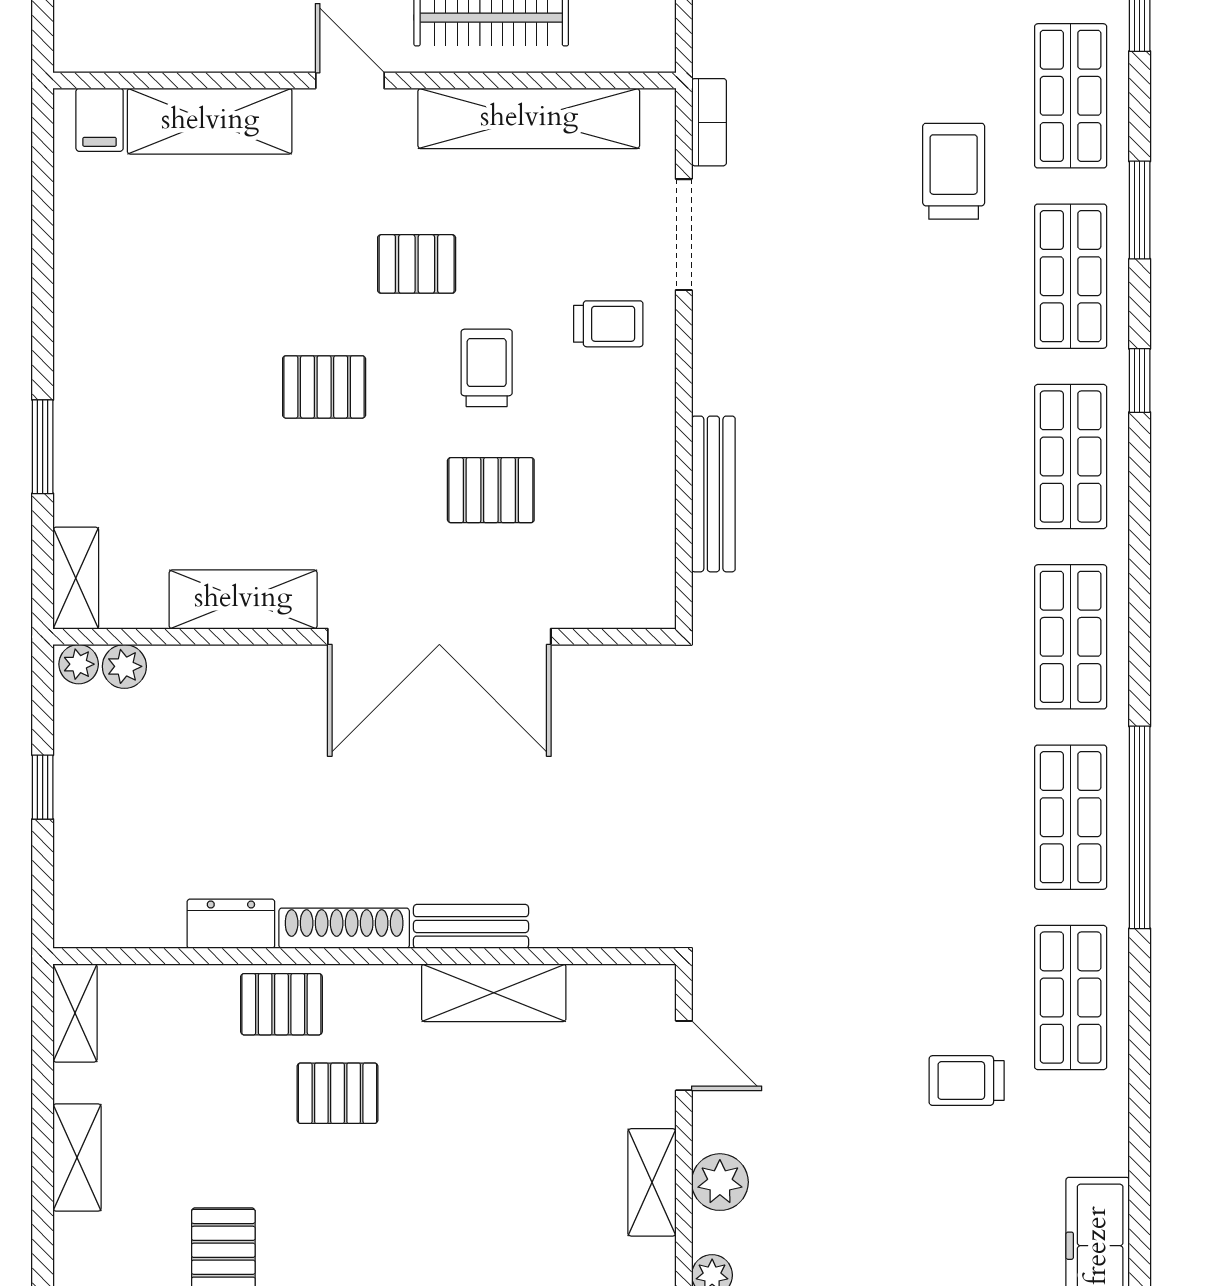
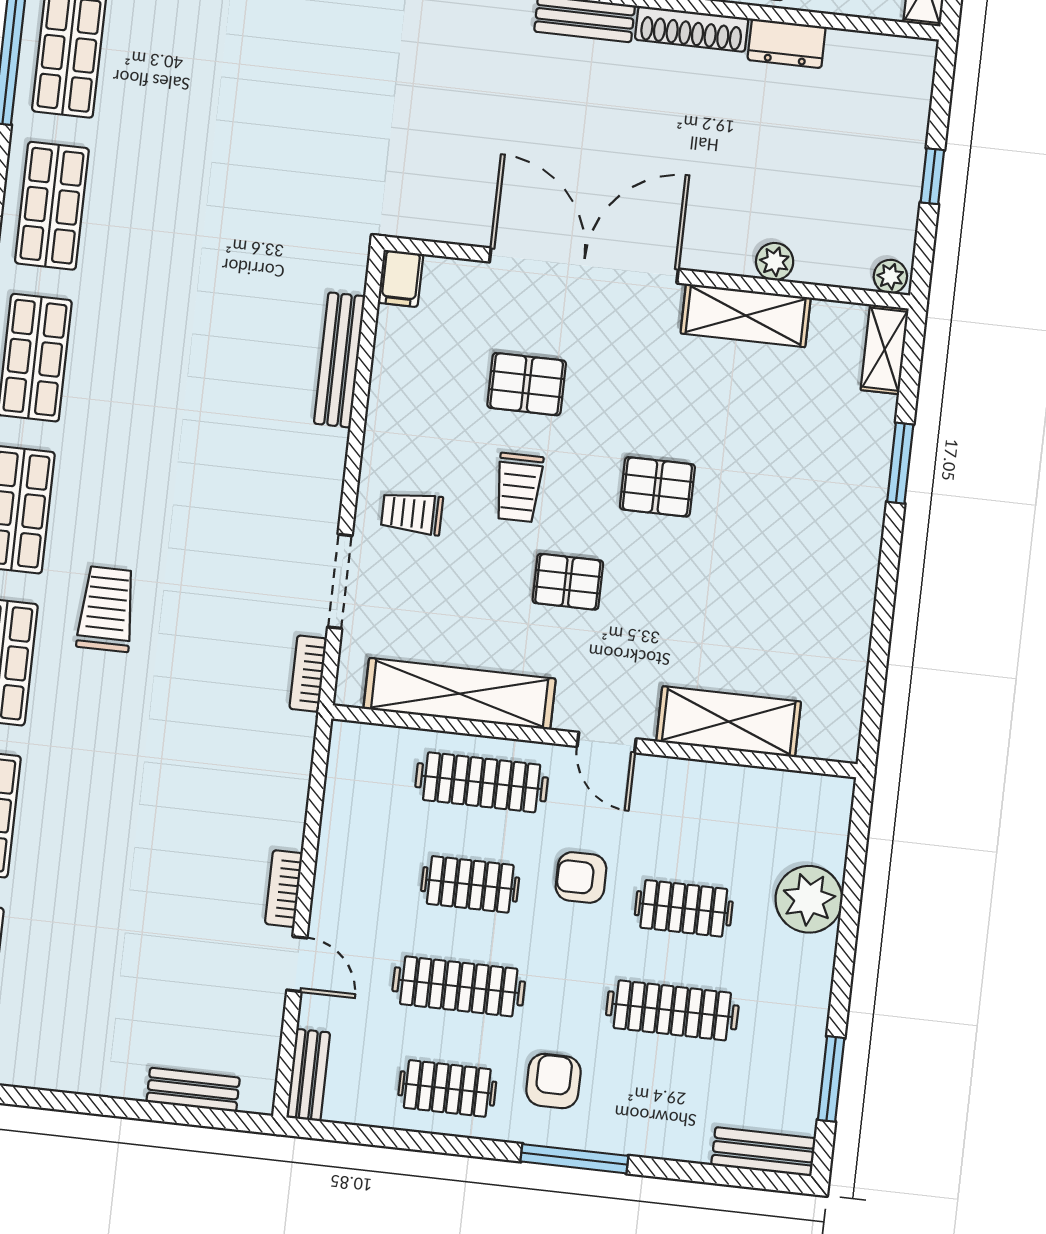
filing cabinet: (100, 120) -> (401, 278), moved, turned 180
trolley: (954, 171) -> (107, 609), turned 180
plant: (124, 666) -> (775, 262), moved

